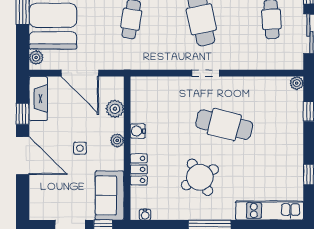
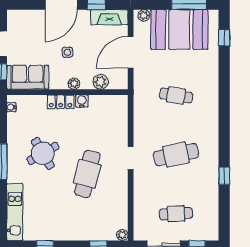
locker: (139, 169) -> (61, 102), moved

